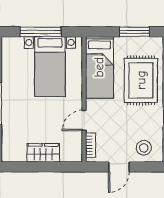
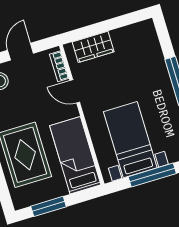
door: (84, 120) -> (75, 91), swing flipped
wardrobe: (43, 153) -> (93, 47), moved

